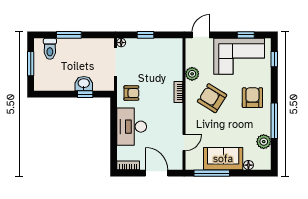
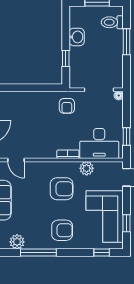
window: (145, 35) -> (127, 137), moved
washbasin: (84, 84) -> (77, 37), moved
armchair: (212, 98) -> (62, 189), turned 58
desk: (132, 127) -> (99, 143), moved, turned 180

